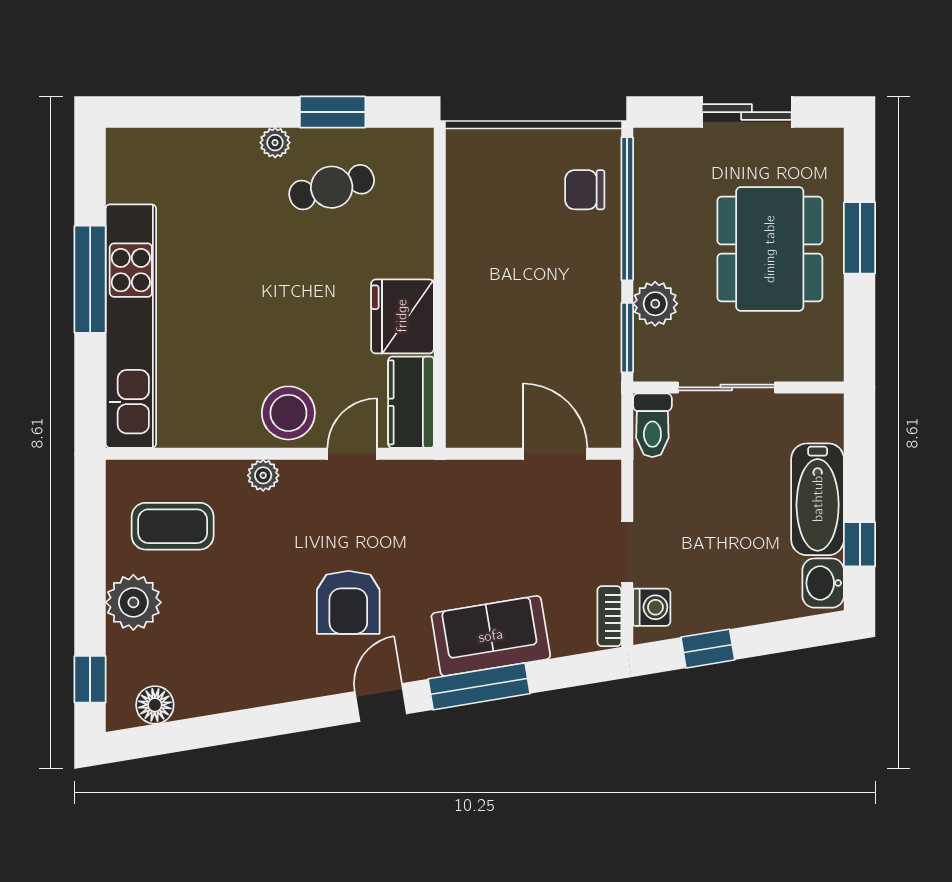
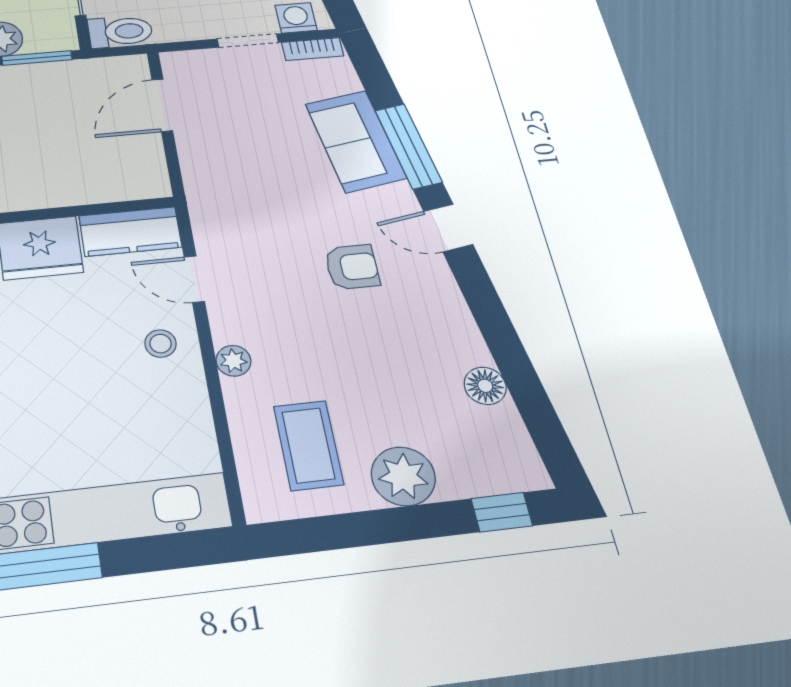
stool: (288, 413) -> (161, 344), width x0.53, depth x0.53
armchair: (348, 602) -> (352, 267), width x0.72, depth x0.72
floor lamp: (155, 705) -> (485, 386), moved

